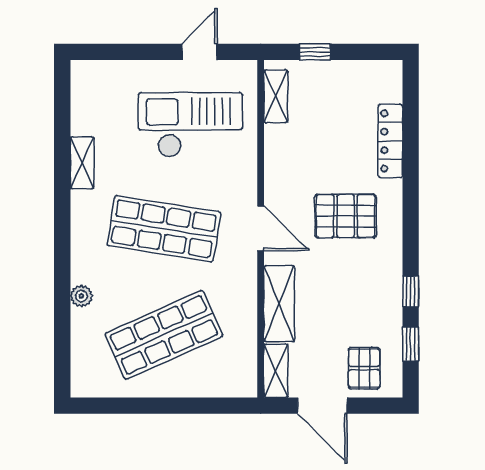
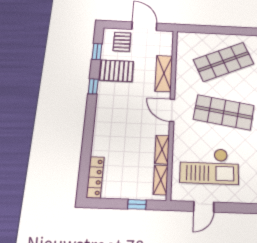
locker: (390, 141) -> (95, 177), moved
pallet: (345, 216) -> (117, 71), moved
window: (411, 291) -> (93, 86), moved
shelving: (276, 371) -> (162, 150), moved

